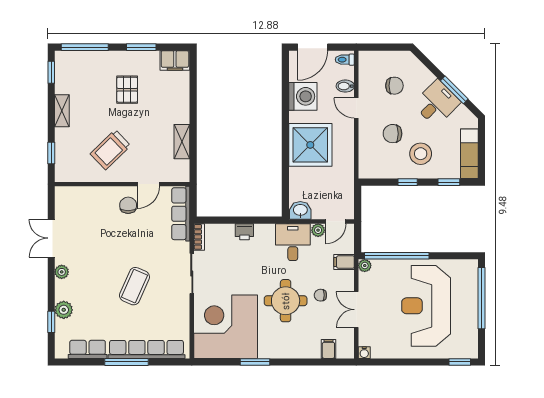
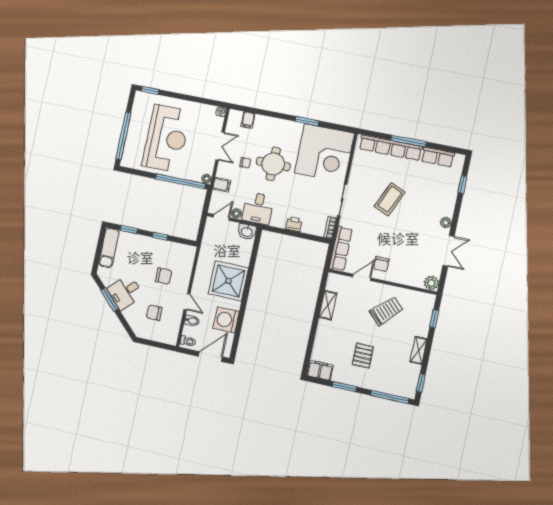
stool: (421, 154) -> (146, 256), removed
plant: (64, 310) -> (431, 283), moved

